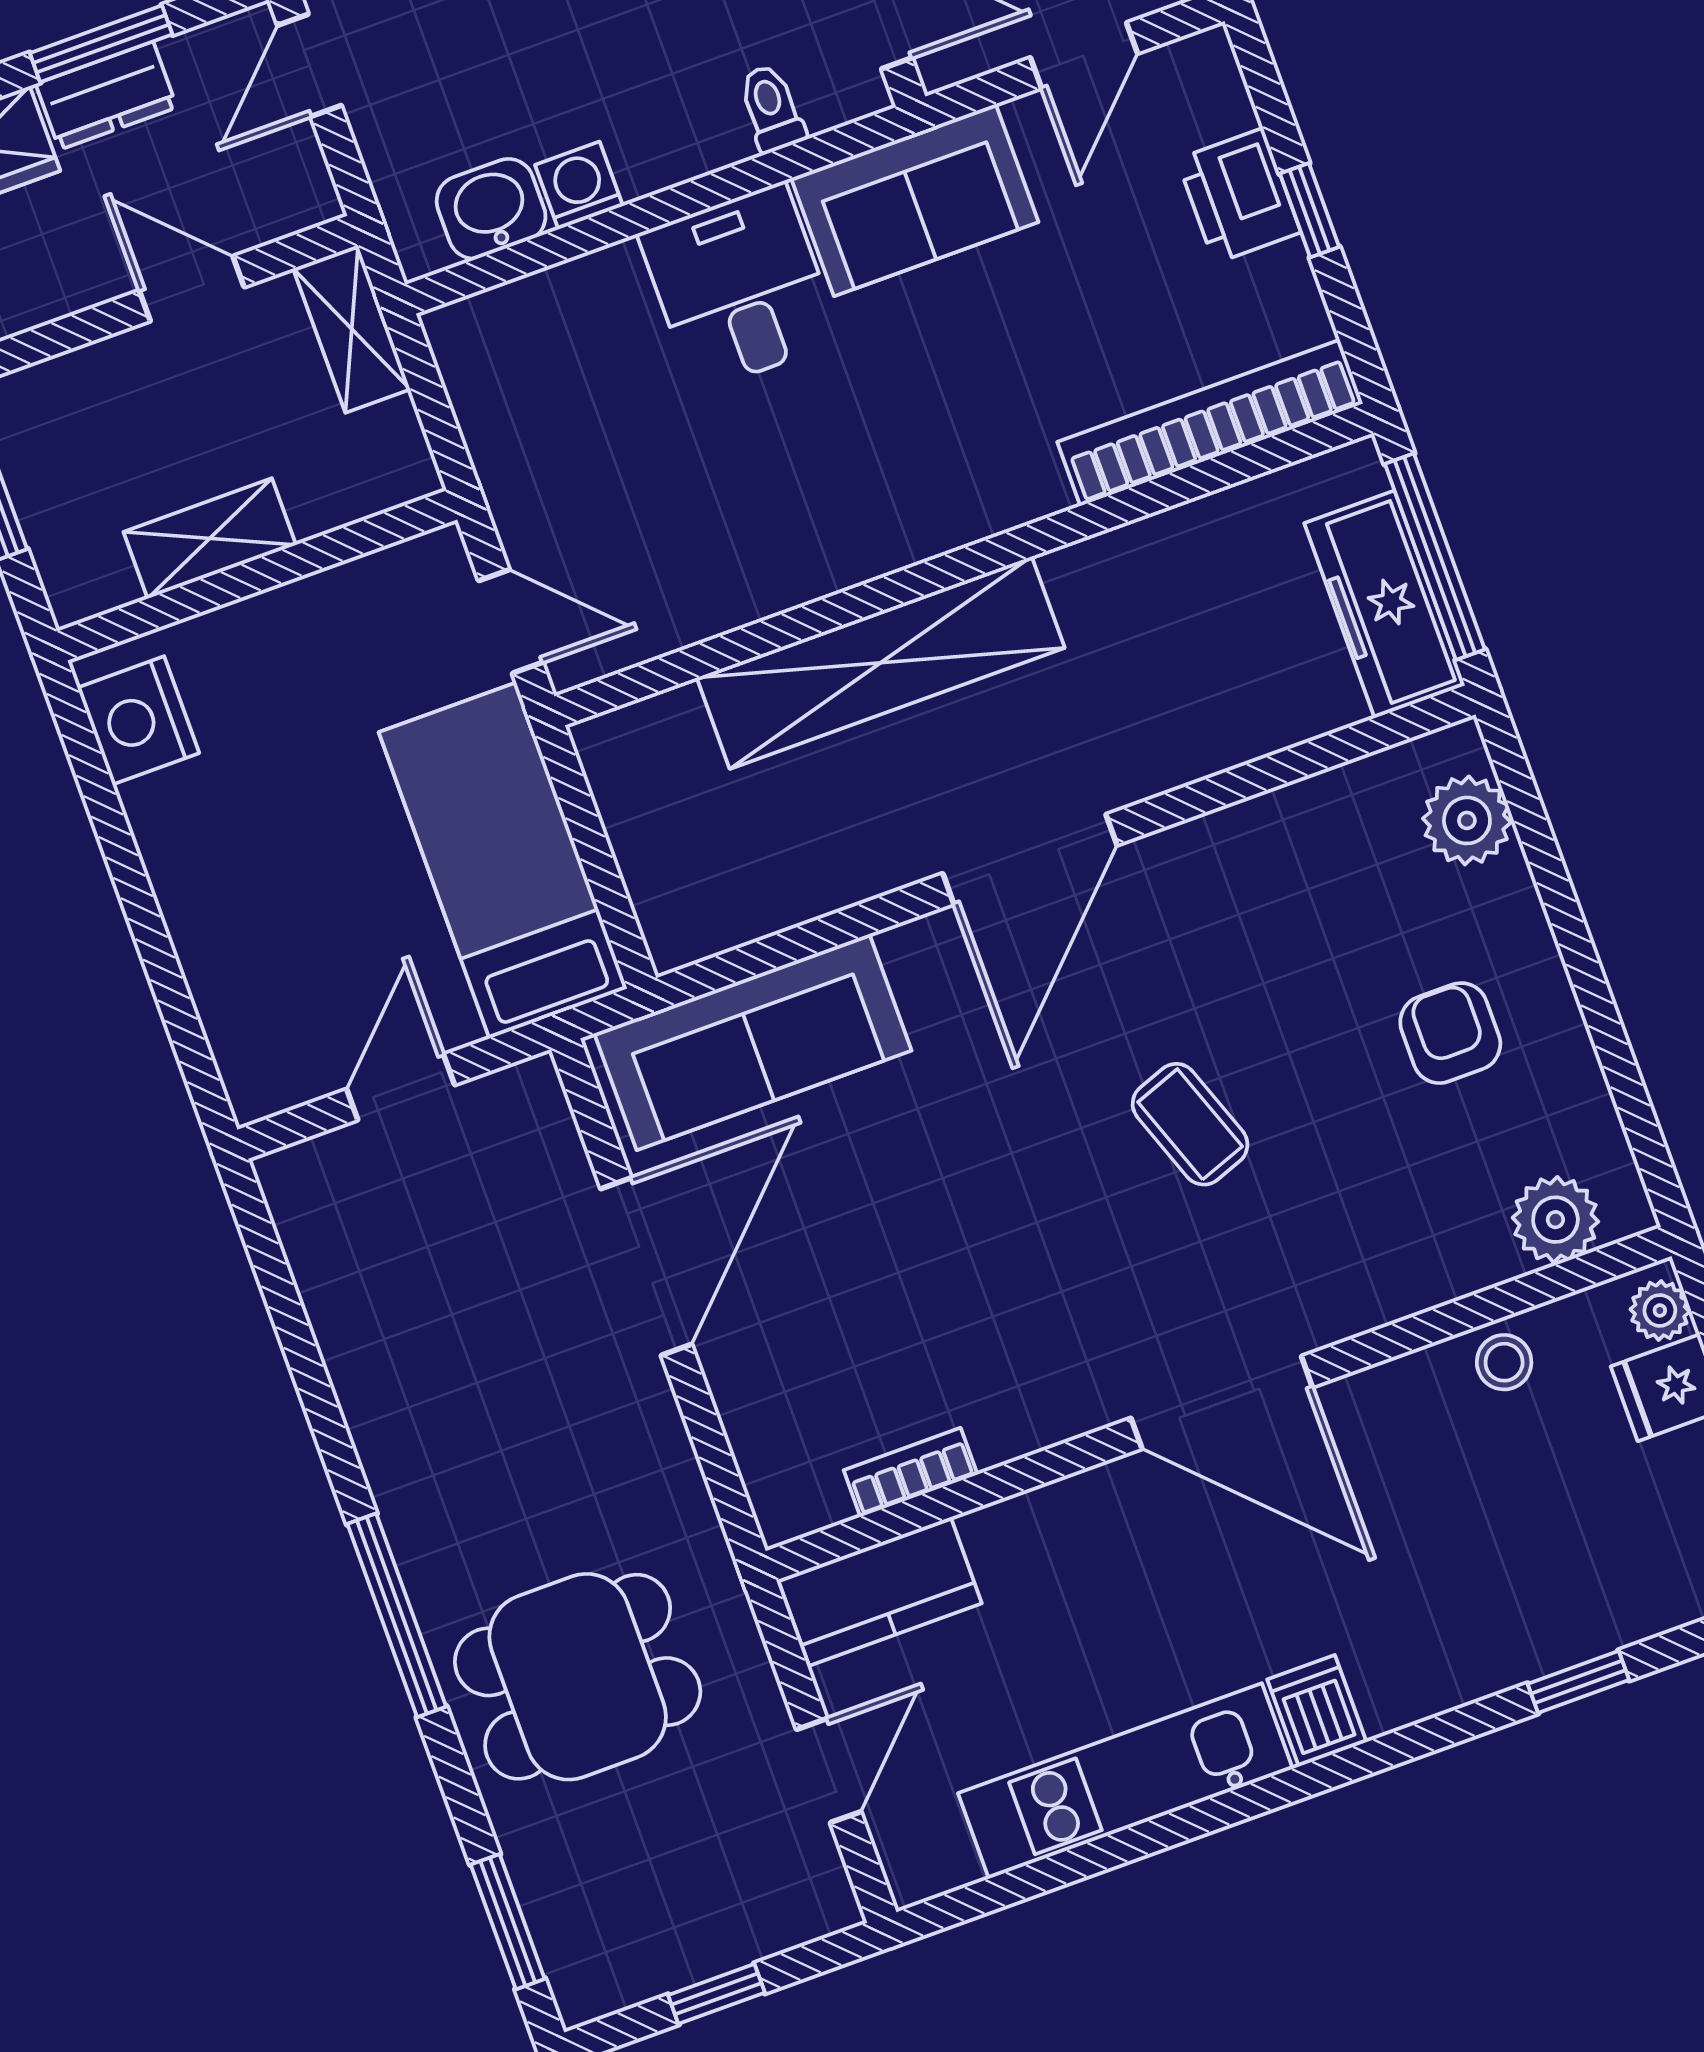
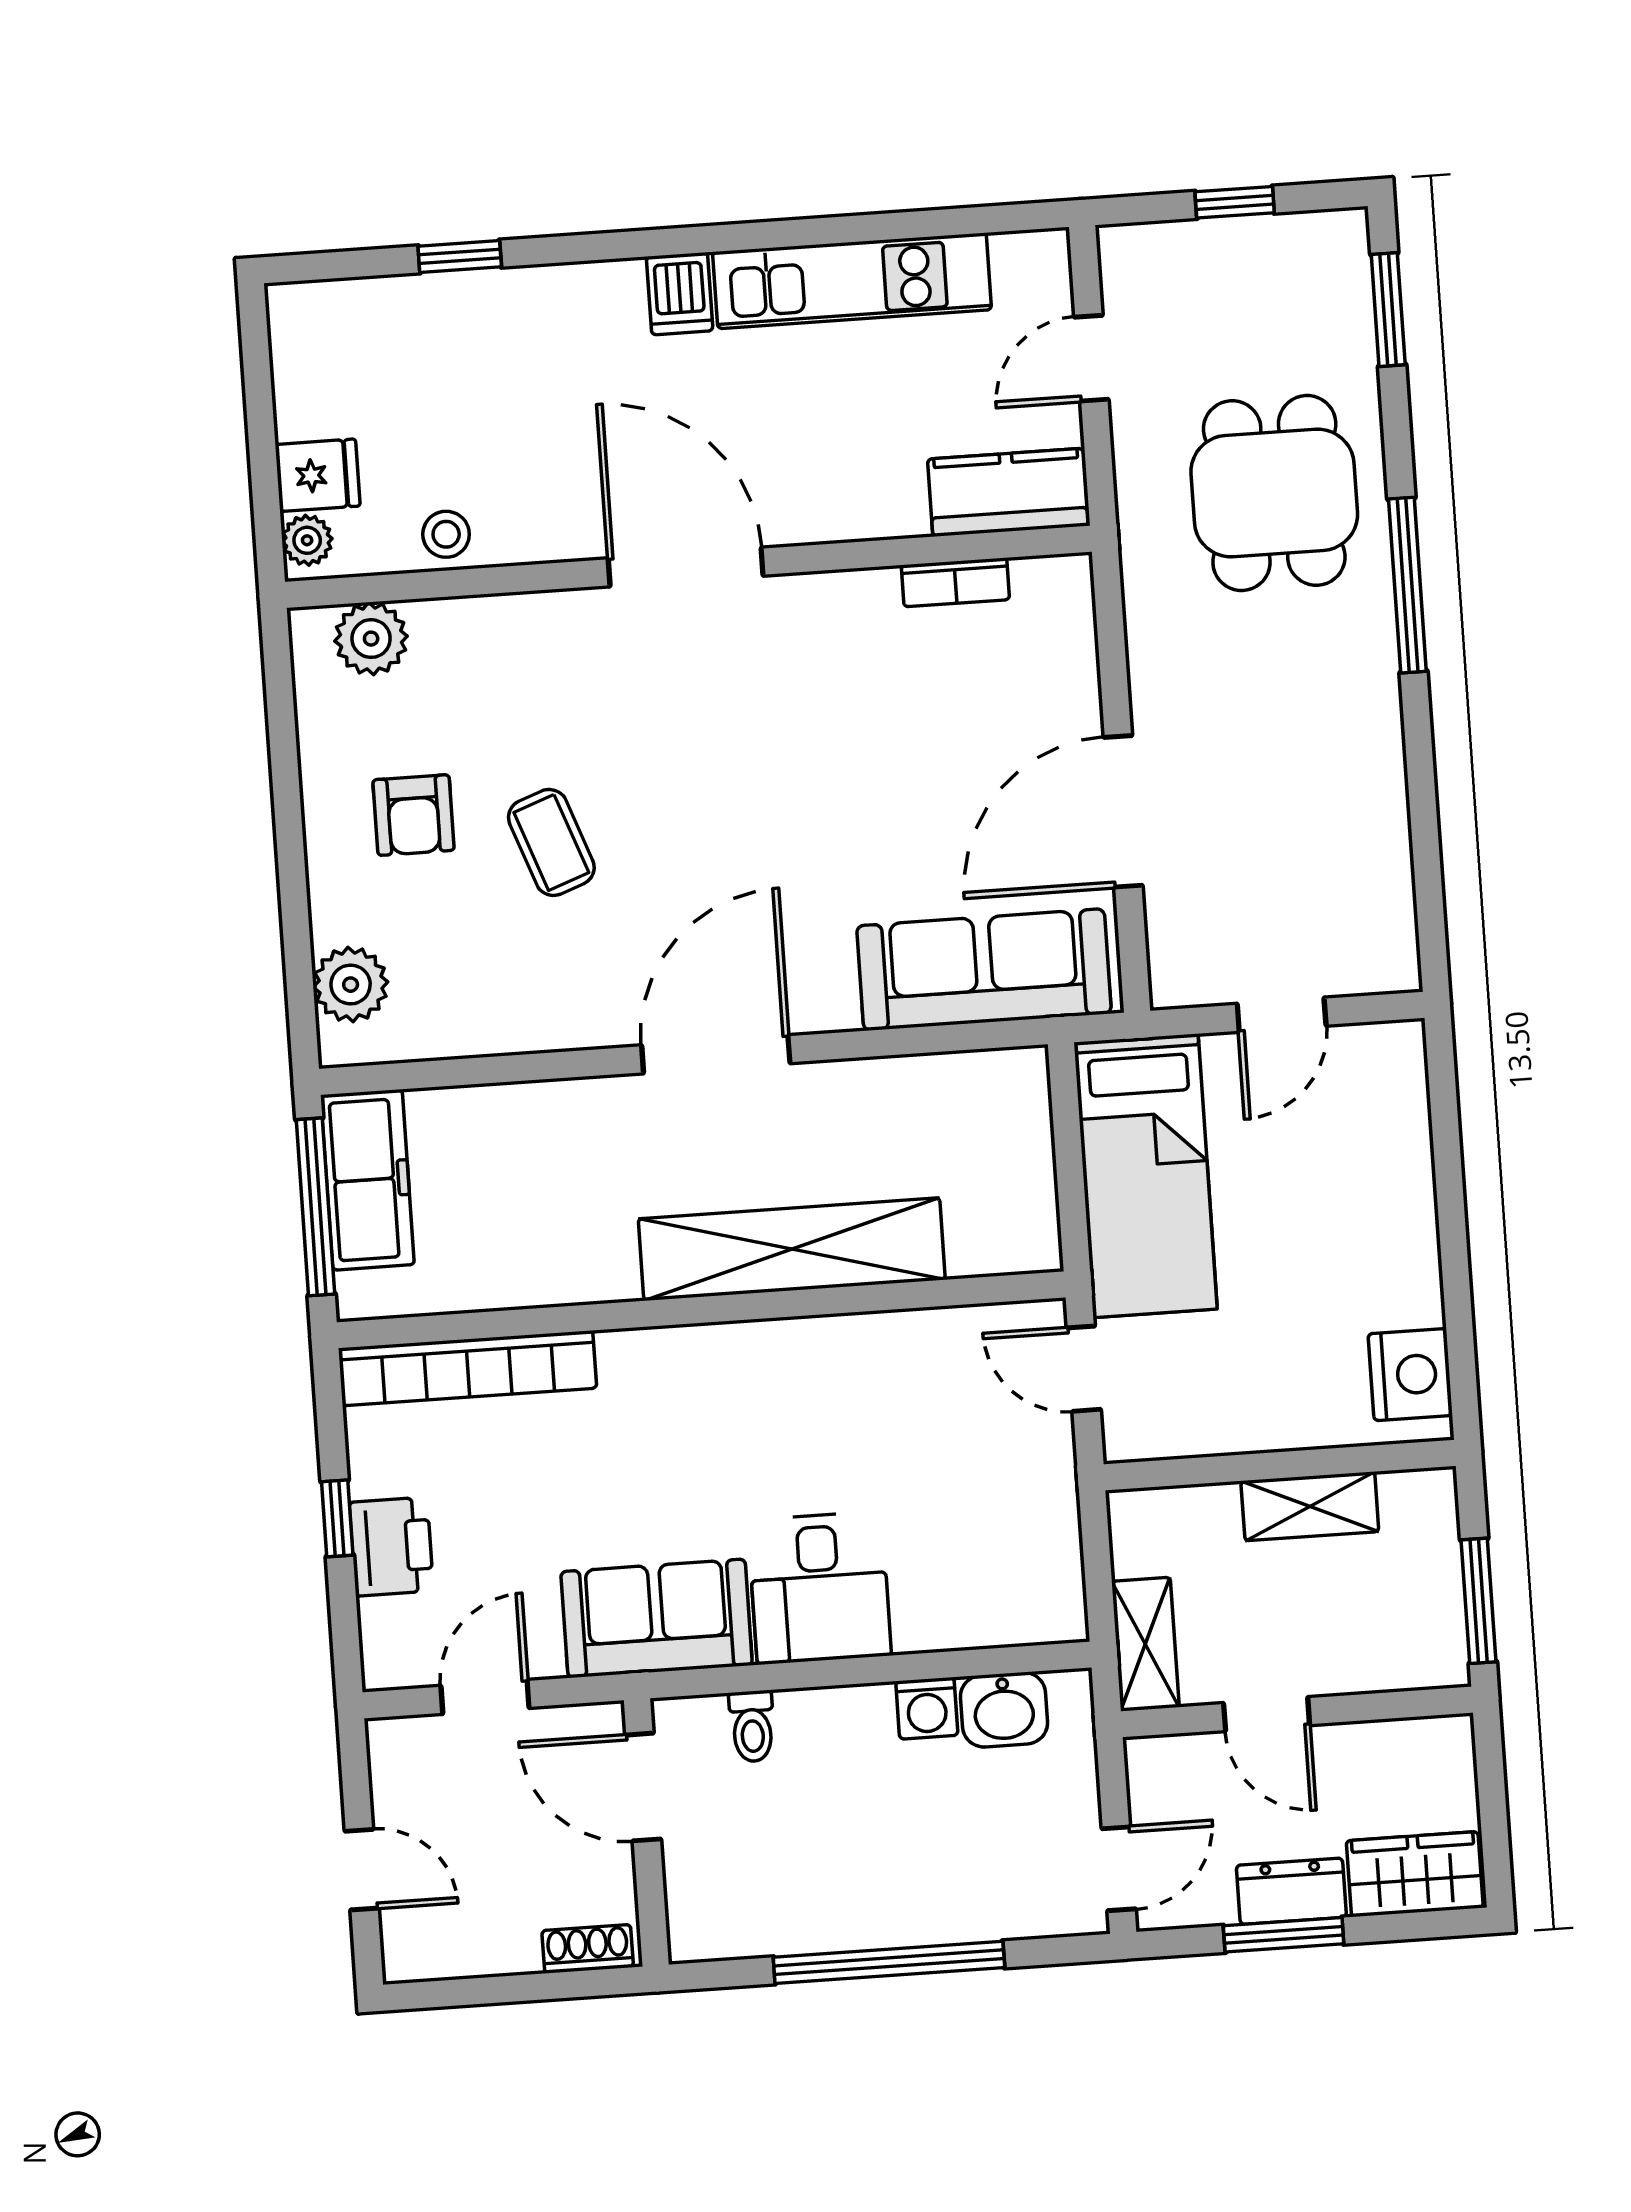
coffee table: (1190, 1124) -> (551, 842), moved
dining table: (578, 1677) -> (1274, 493), turned 90

